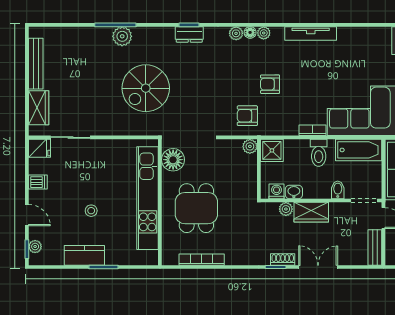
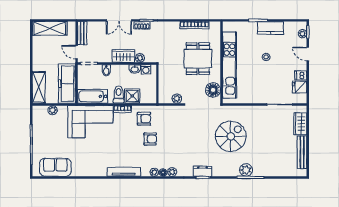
armchair: (247, 116) -> (144, 119), moved
plant: (250, 146) -> (177, 99), moved
fridge: (40, 148) -> (300, 87), moved
shower: (272, 150) -> (132, 96), moved

